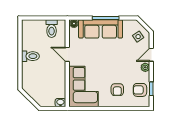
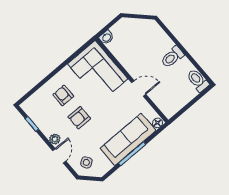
toilet: (52, 29) -> (198, 80), moved
armchair: (140, 90) -> (79, 118), moved, turned 180

